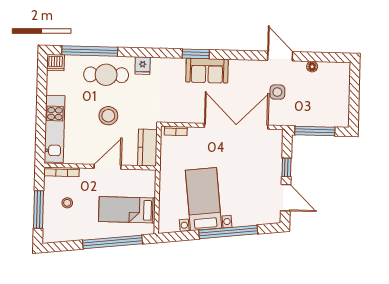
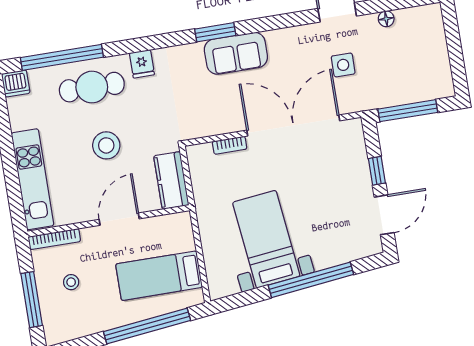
bookcase: (176, 131) -> (230, 145), moved
door: (286, 198) -> (384, 215), hinge flipped

